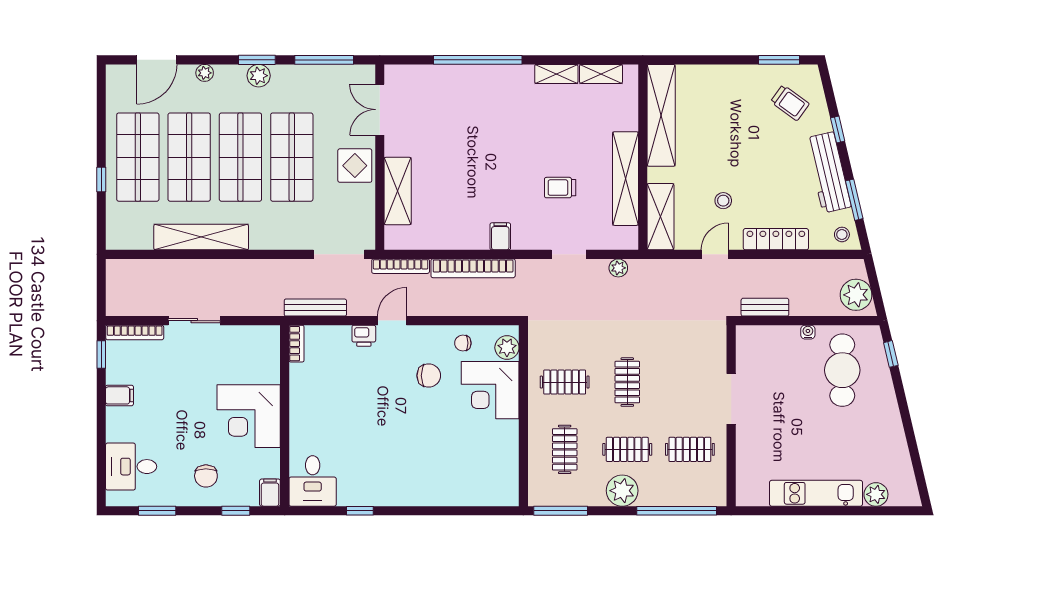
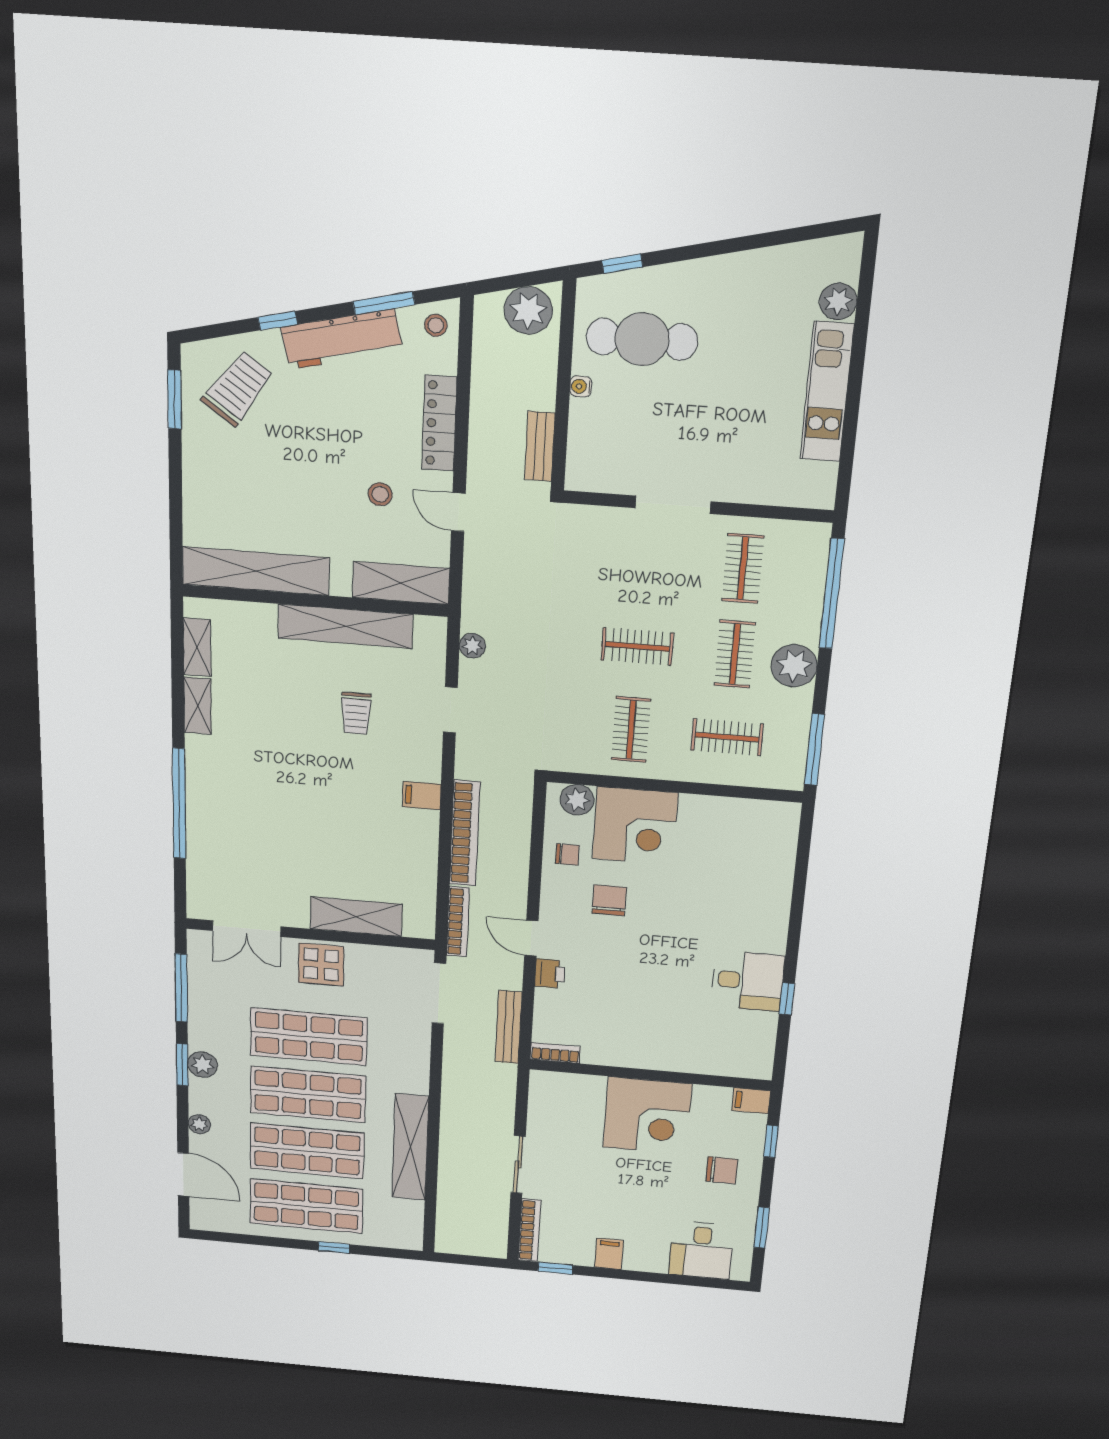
trolley: (790, 103) -> (238, 388), width x1.36, depth x1.39
chair: (463, 343) -> (567, 854), turned -90
desk: (313, 481) -> (748, 981), moved

